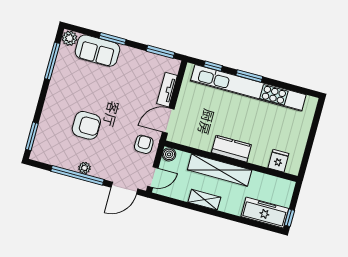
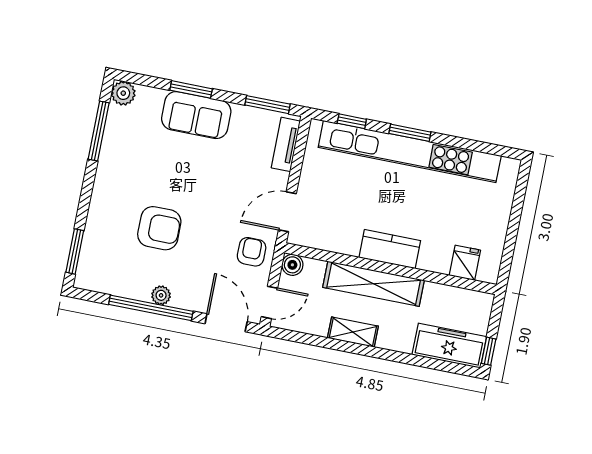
sofa: (97, 51) -> (196, 115), moved
tv unit: (167, 90) -> (286, 144), moved
door: (124, 188) -> (226, 323), swing flipped

